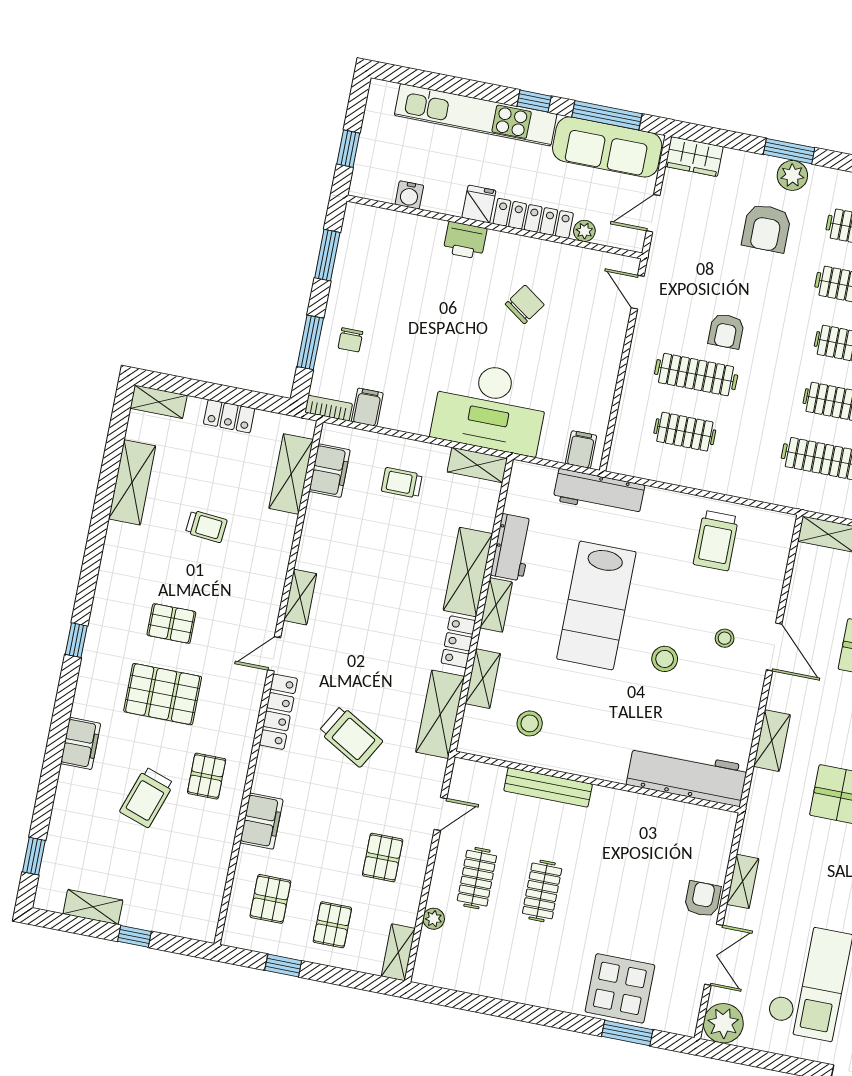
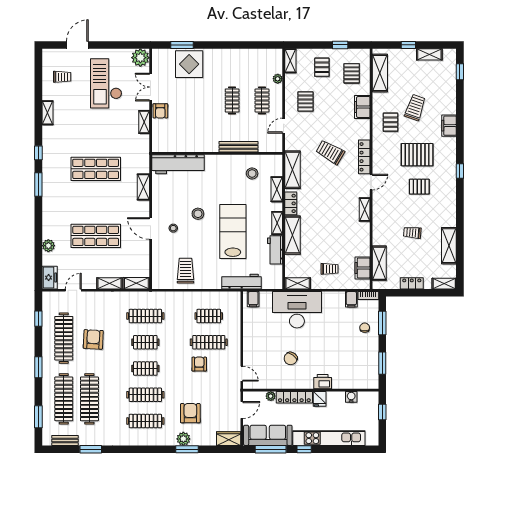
shelving: (209, 887) -> (380, 73), added

